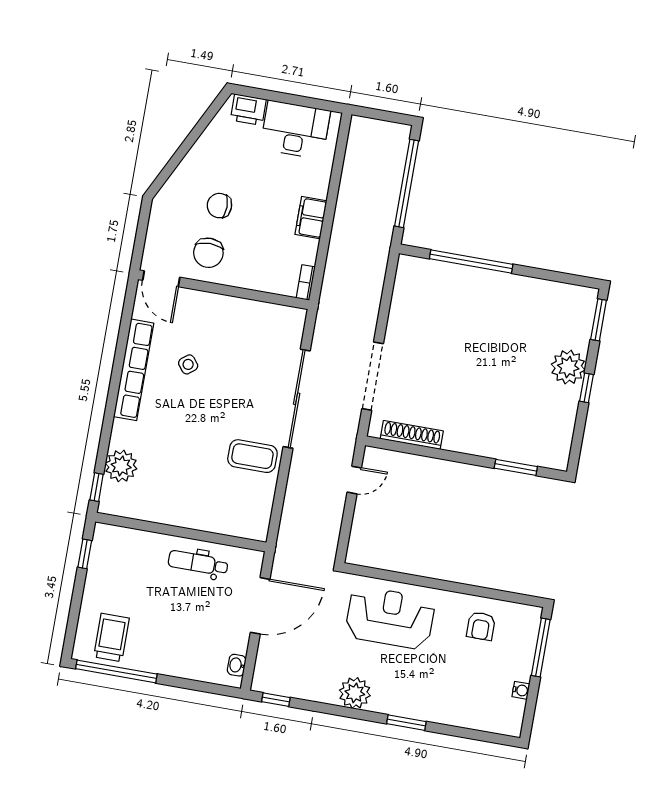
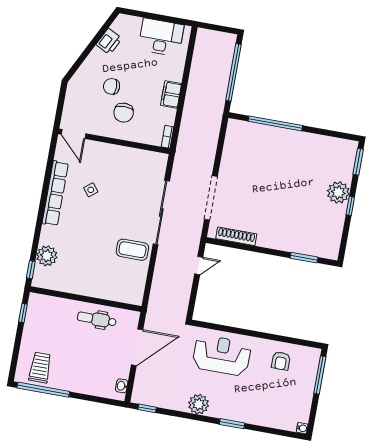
printer: (248, 110) -> (109, 41), moved, turned -63
chair: (208, 253) -> (124, 113), moved
water cooler: (521, 690) -> (302, 428), moved

